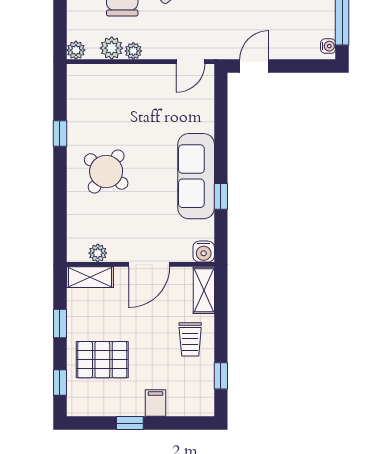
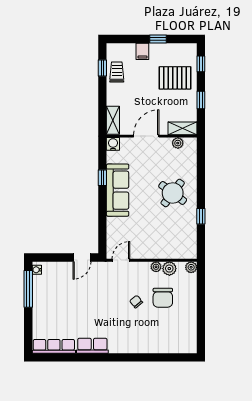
trolley: (190, 339) -> (117, 72), moved

